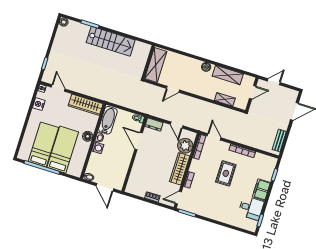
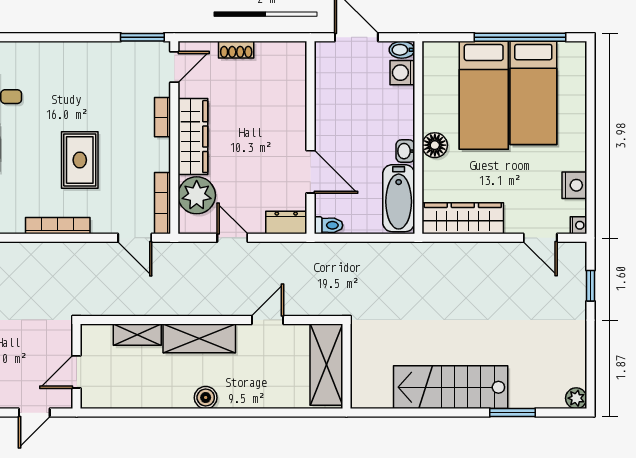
shelving: (228, 75) -> (199, 338), moved
washing machine: (98, 148) -> (402, 73), moved

